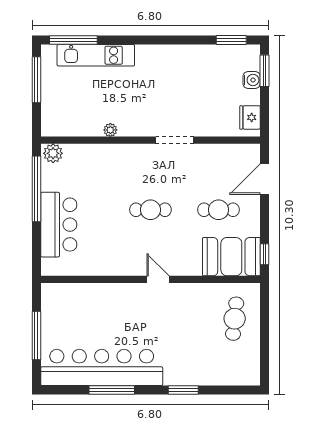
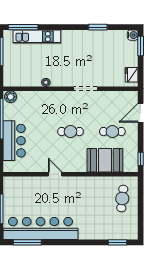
window: (231, 40) -> (98, 27), moved
water cooler: (252, 80) -> (133, 35), moved
booth: (231, 257) -> (105, 160), moved
door: (158, 279) -> (55, 174), moved
window: (112, 390) -> (27, 242), moved
window: (183, 390) -> (117, 242), moved

